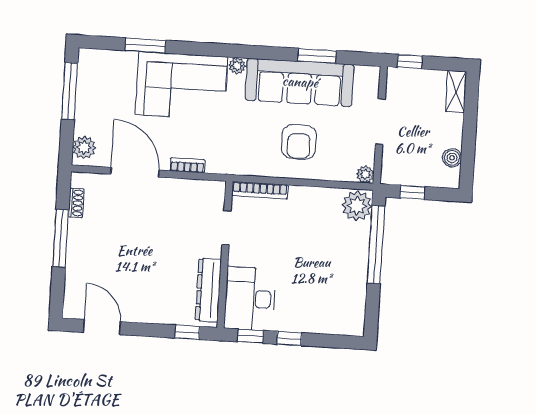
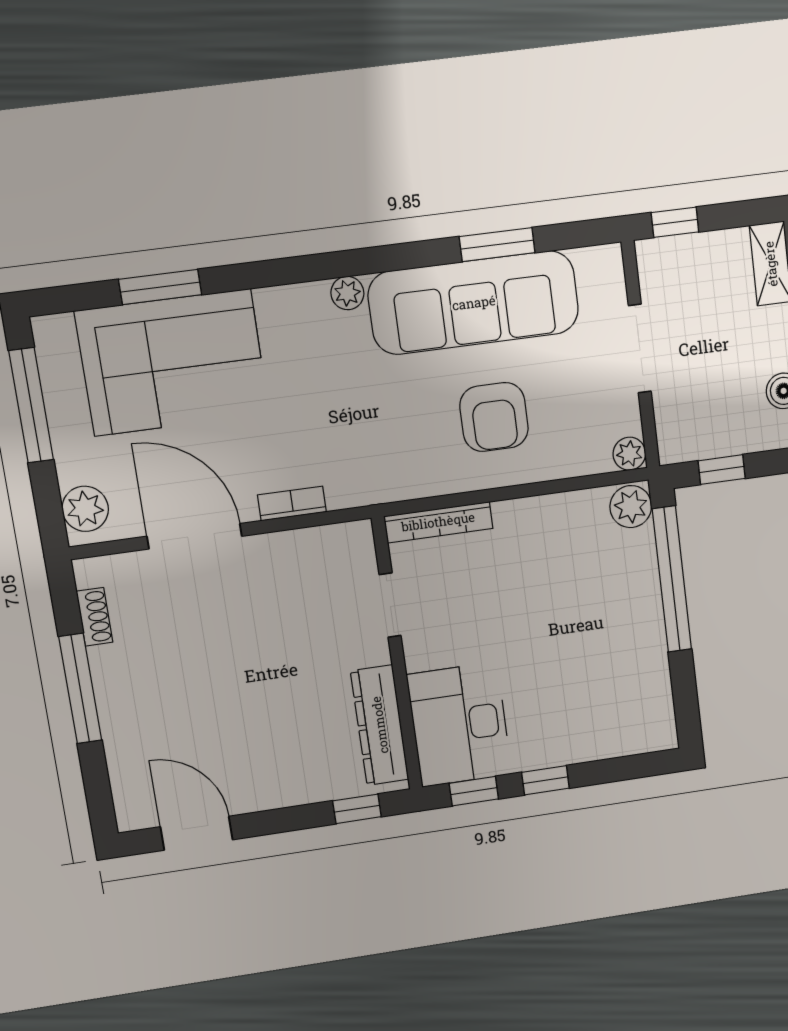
corner sofa: (181, 86) -> (172, 363), moved
plant: (357, 206) -> (631, 507), width x0.73, depth x0.73

